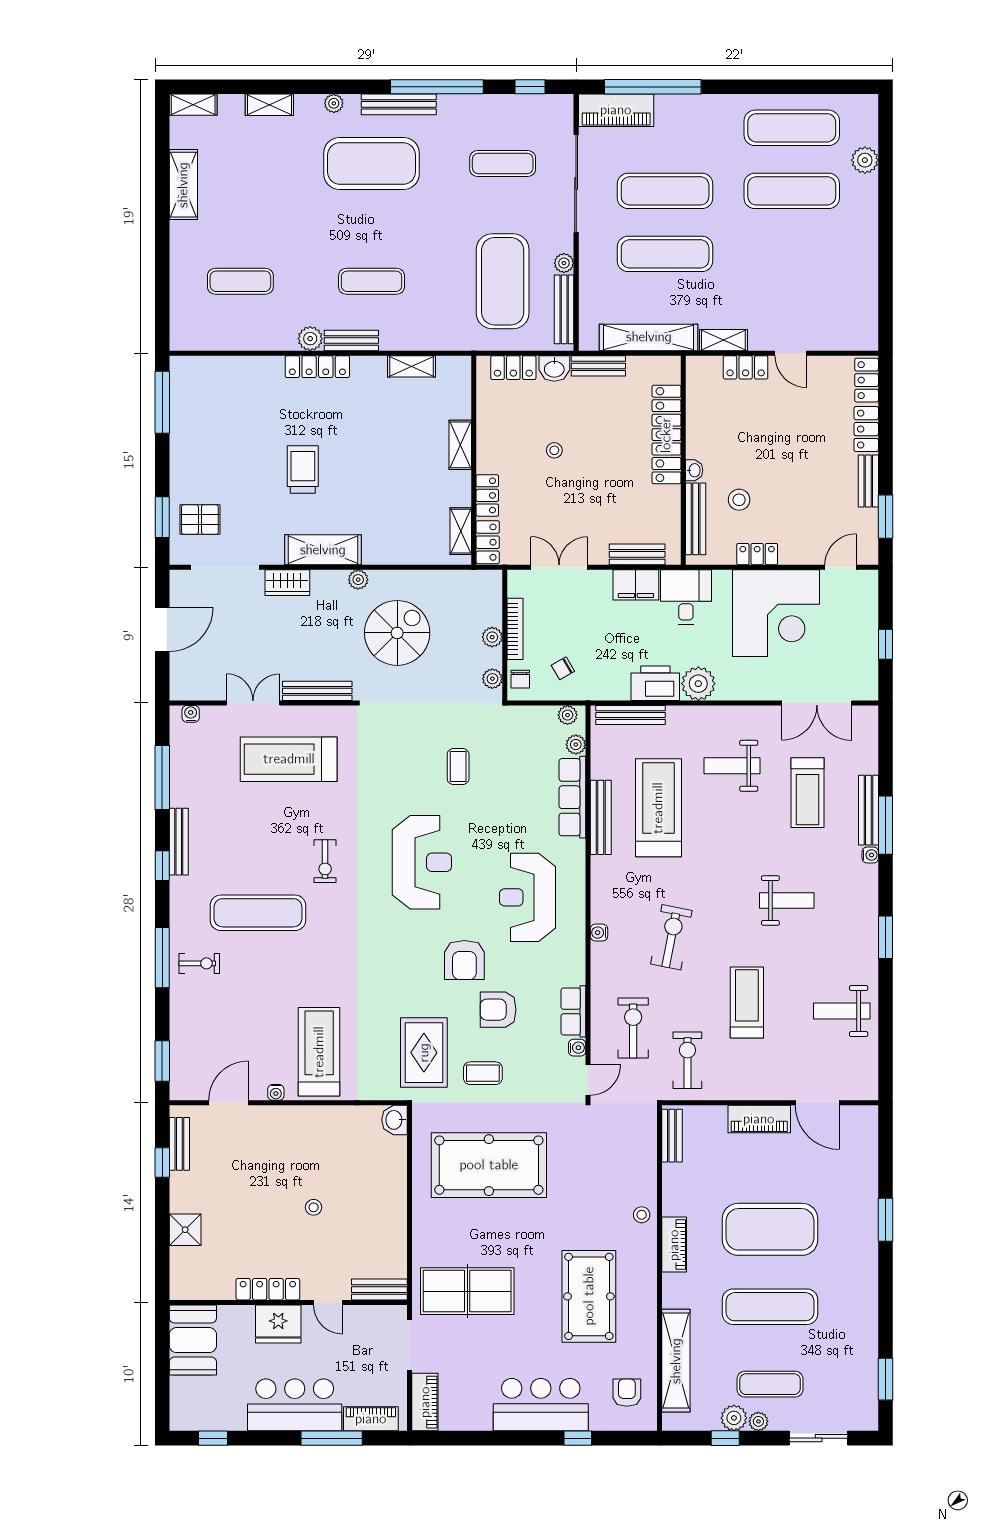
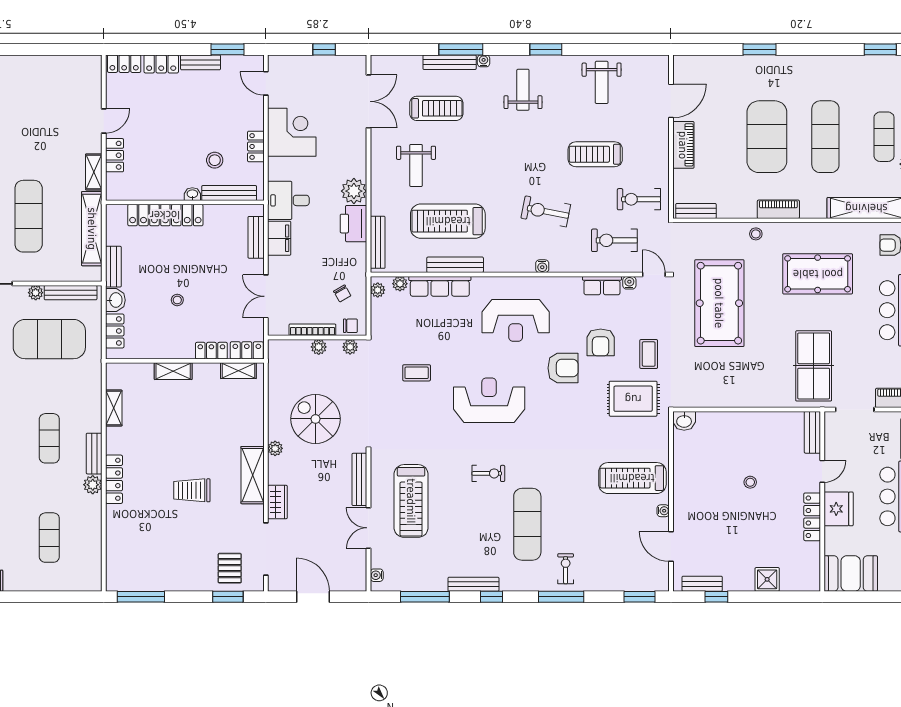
corner desk: (776, 613) -> (292, 132), width x0.74, depth x0.74
weight bench: (787, 900) -> (523, 90), moved
pool table: (489, 1165) -> (719, 303), moved

